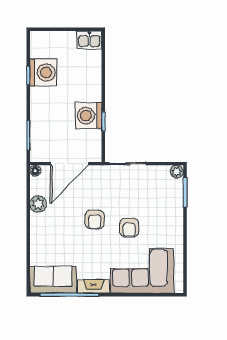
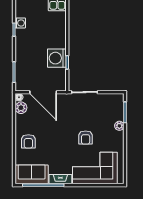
washing machine: (43, 72) -> (20, 23), width x0.53, depth x0.53
door: (69, 164) -> (43, 92), hinge flipped
plant: (177, 172) -> (119, 126), moved
plant: (38, 204) -> (21, 108), moved
armchair: (95, 219) -> (28, 141), moved

